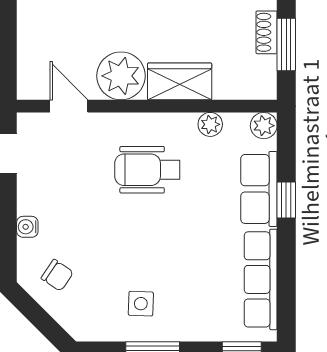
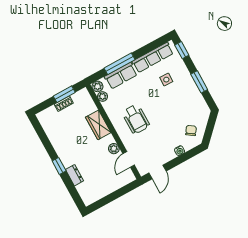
plant: (121, 76) -> (114, 149), width x0.53, depth x0.53
plant: (210, 124) -> (102, 96), moved
window: (286, 200) -> (120, 64), width x2.17
side table: (141, 304) -> (166, 80), moved

